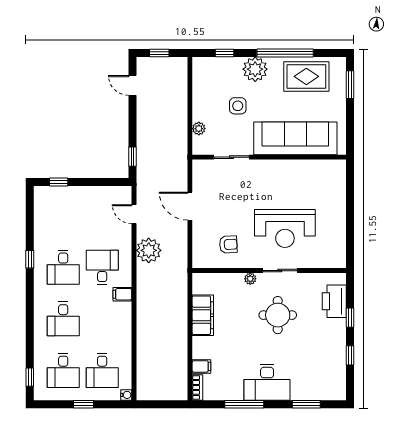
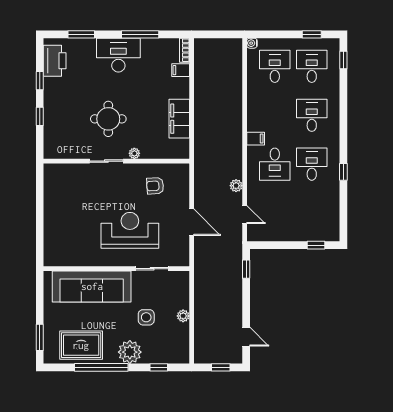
plant: (199, 129) -> (183, 316), moved
reception desk: (285, 228) -> (130, 230), moved
plant: (149, 250) -> (236, 186), width x0.53, depth x0.53
printer: (334, 301) -> (55, 61), moved
window: (83, 404) -> (312, 34), moved

